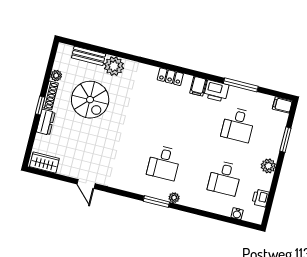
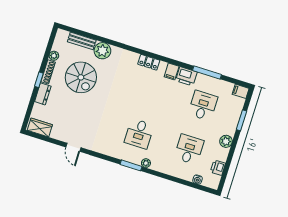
desk: (238, 125) -> (203, 106), turned 180
desk: (225, 178) -> (189, 149), turned 180

